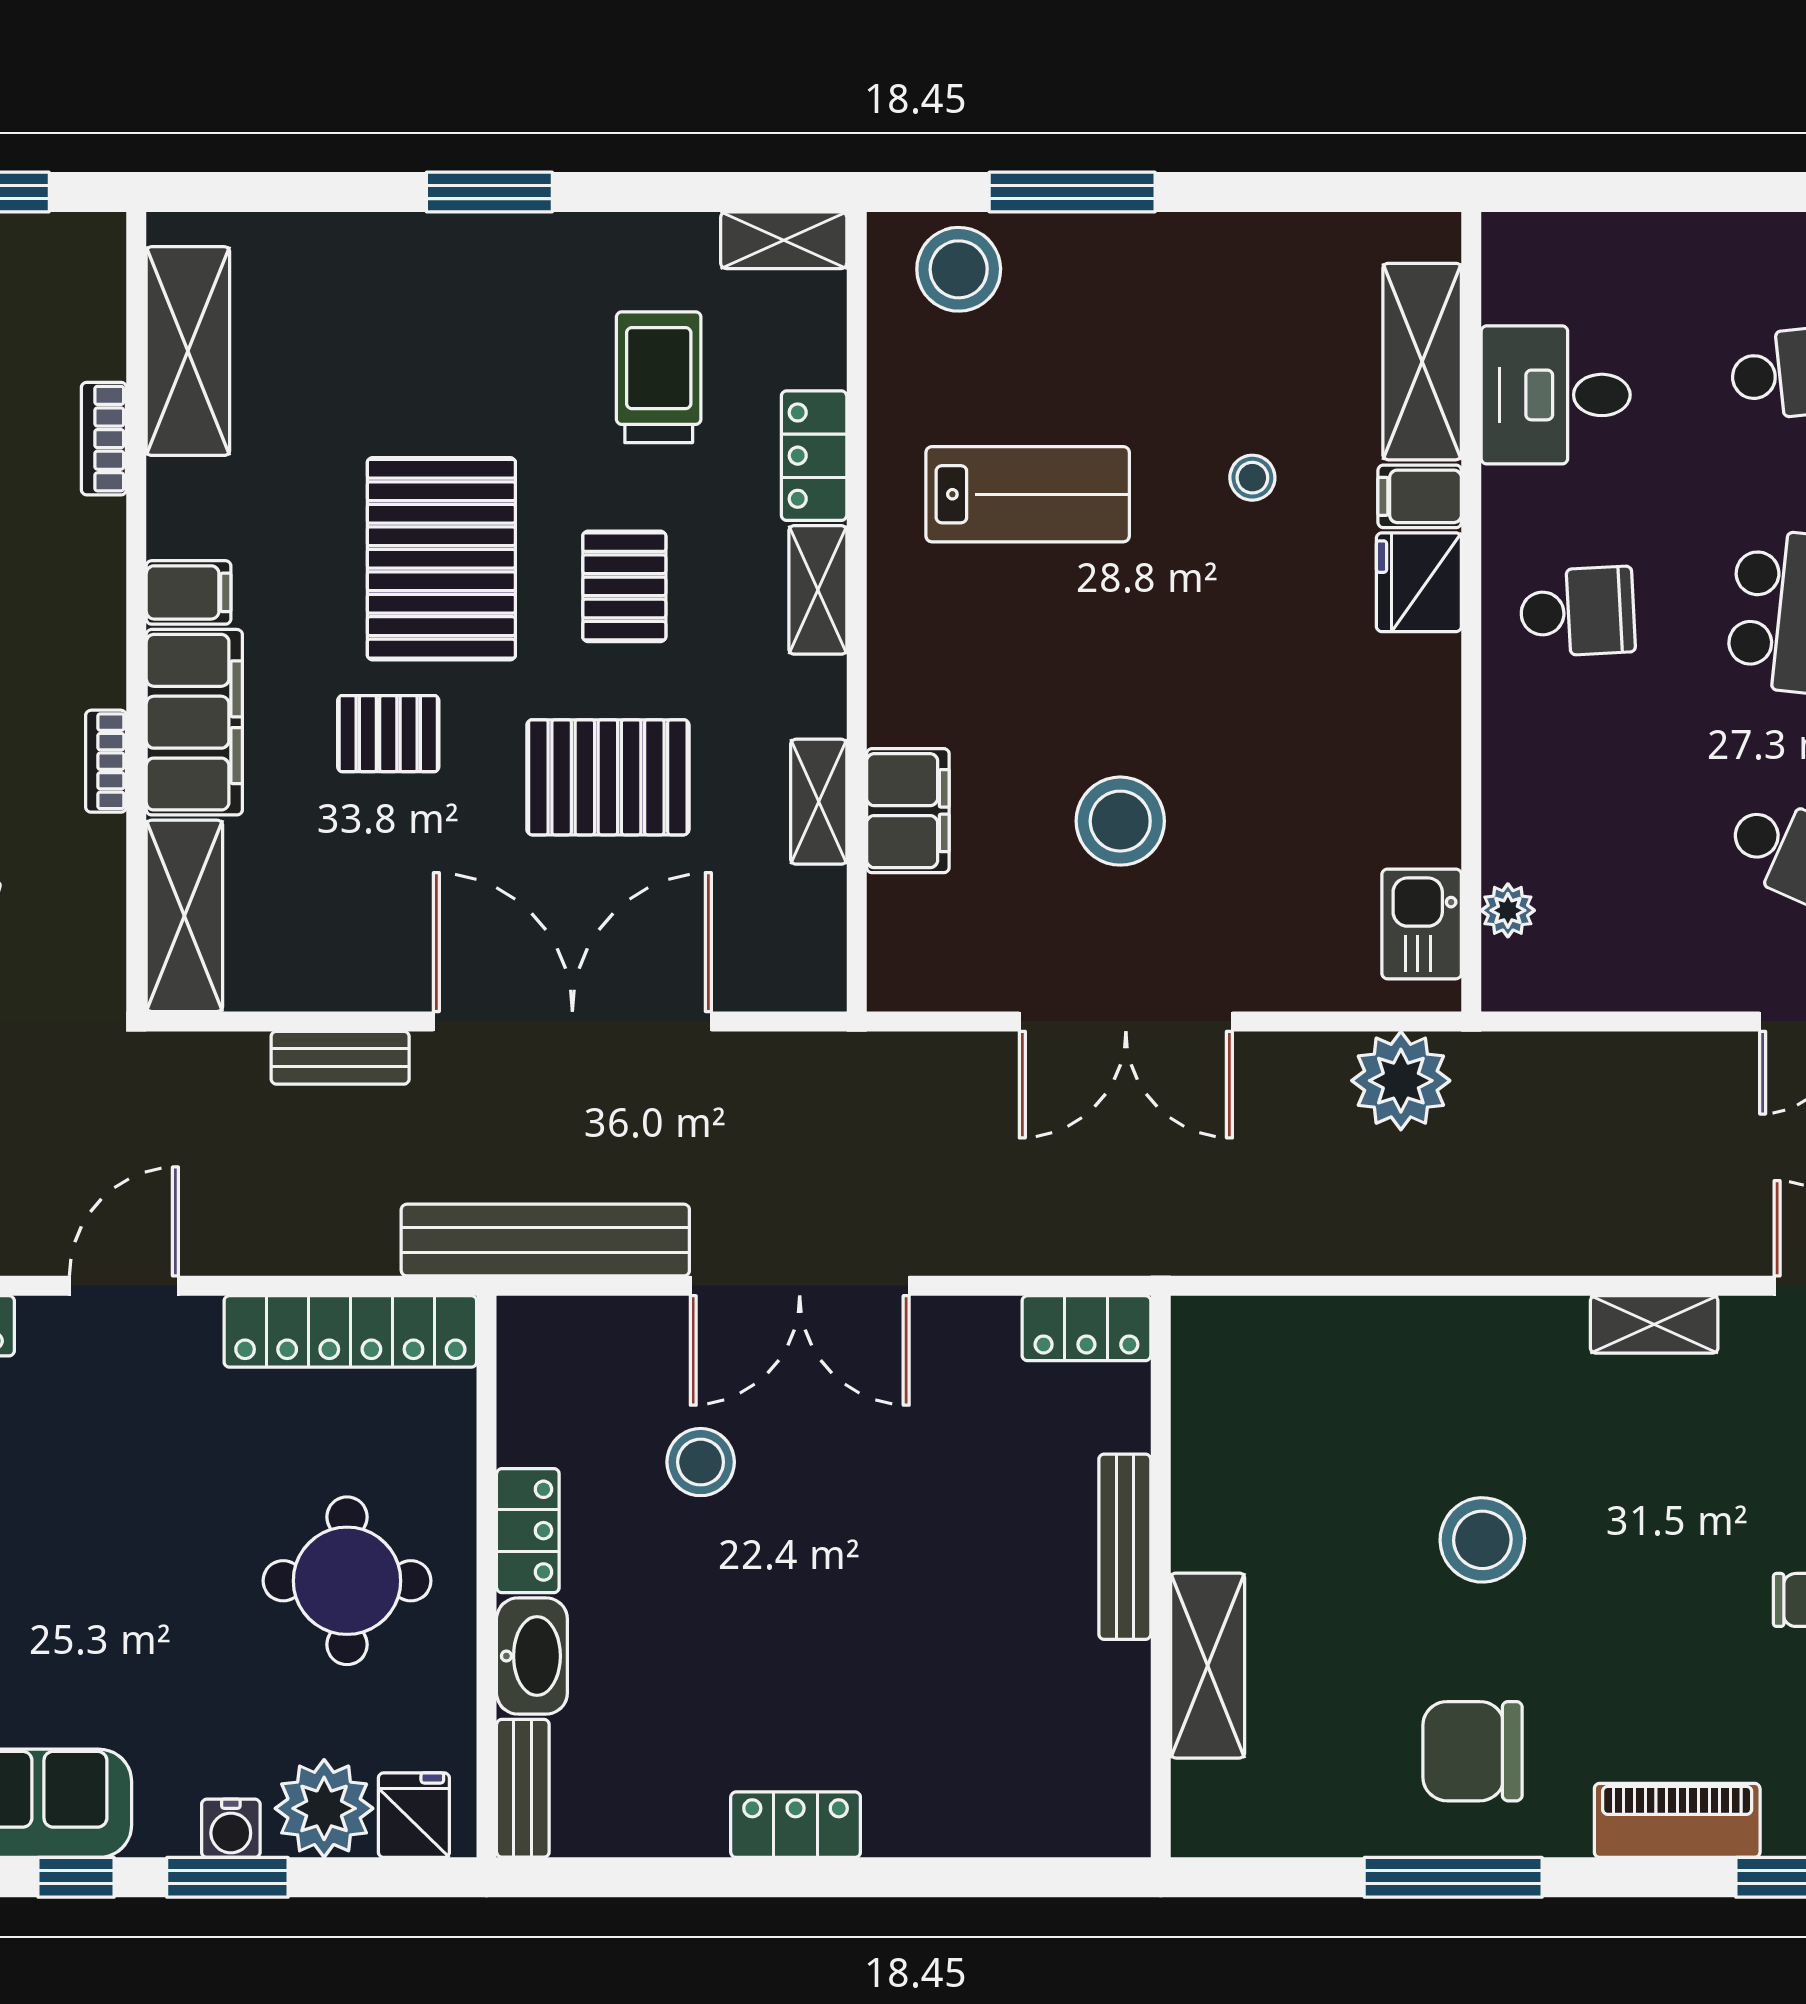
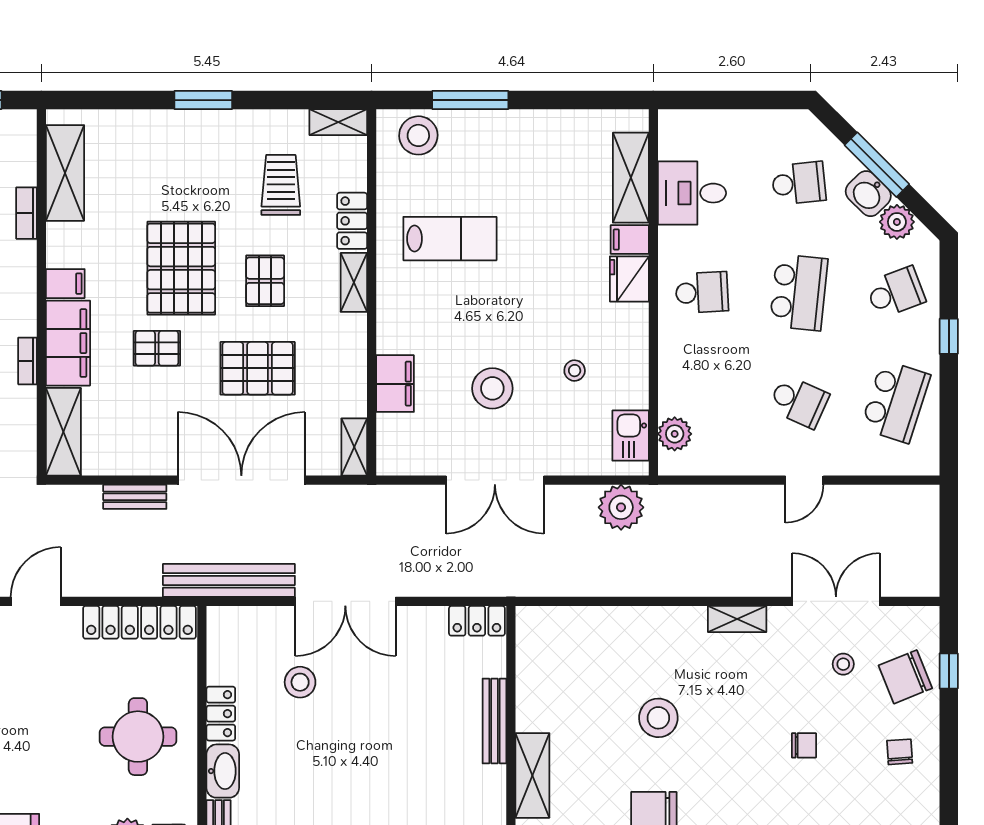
stool: (1252, 478) -> (575, 371), moved
shelving: (819, 802) -> (354, 447), moved
plant: (1508, 910) -> (675, 434), width x1.38, depth x1.38

